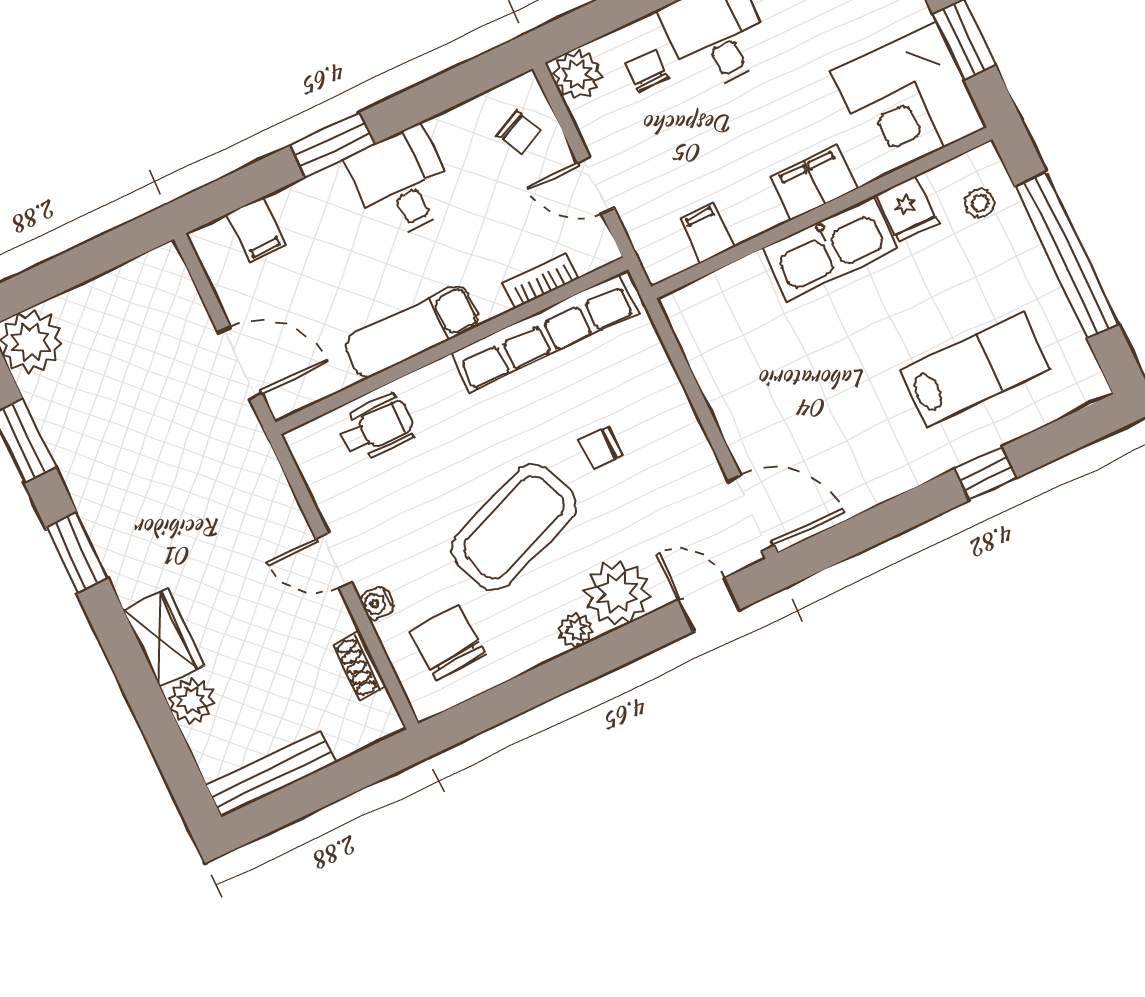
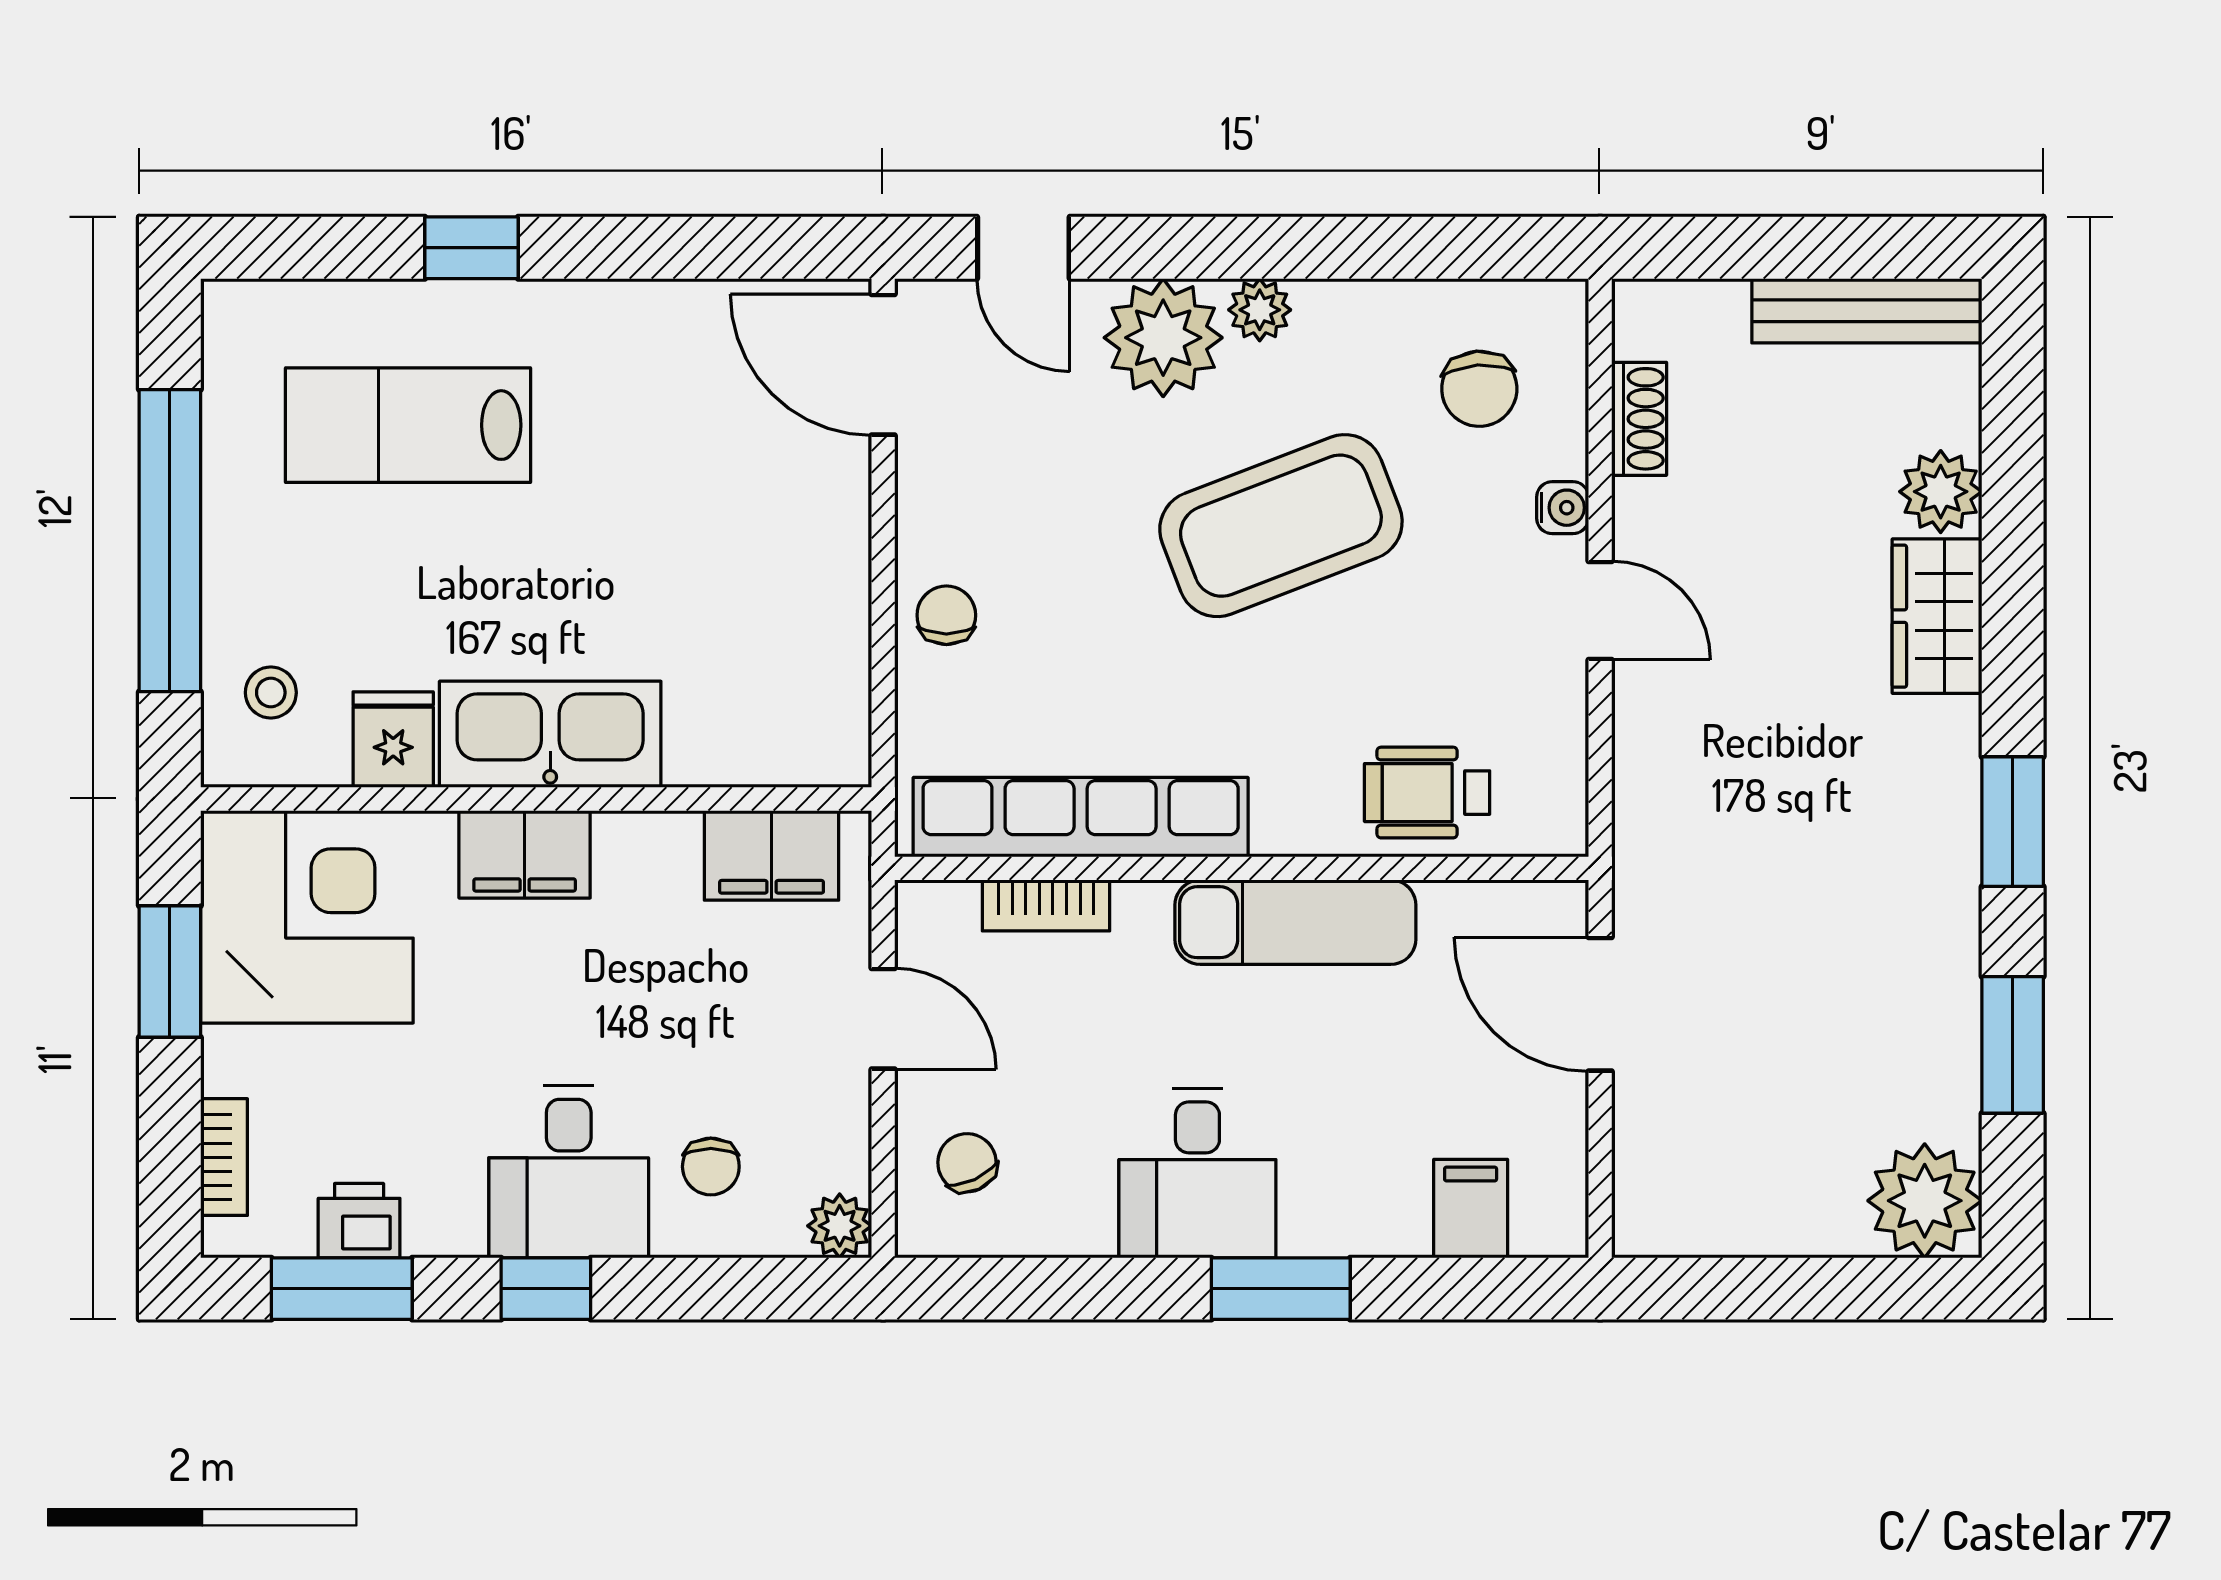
plant: (577, 74) -> (840, 1226), width x0.73, depth x0.73
filing cabinet: (707, 233) -> (772, 855), width x2.00
chair: (601, 448) -> (946, 615), moved, turned -90
chair: (447, 643) -> (1479, 389), width x0.73, depth x0.73

